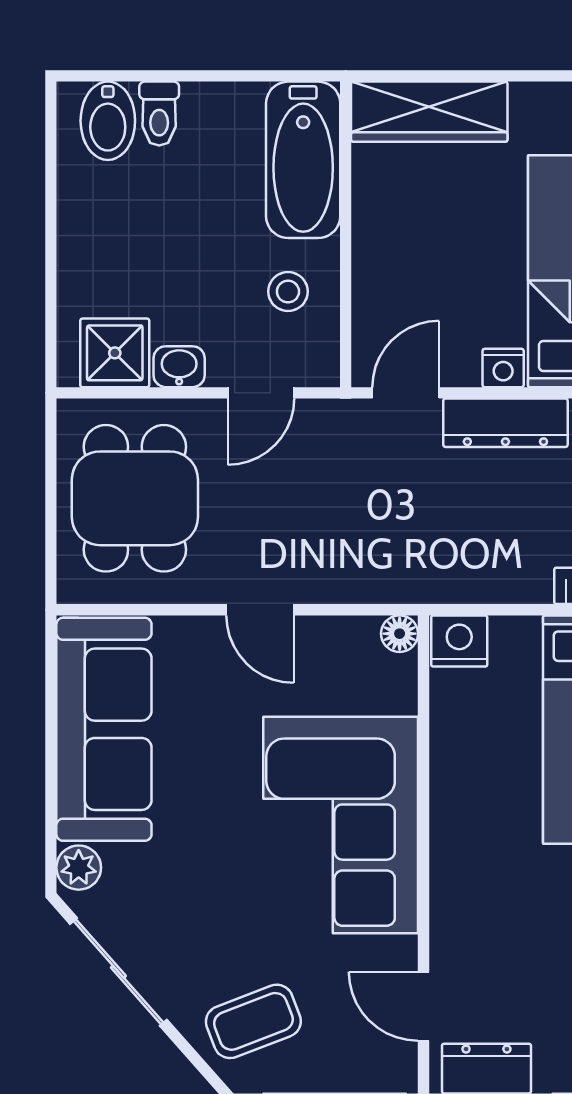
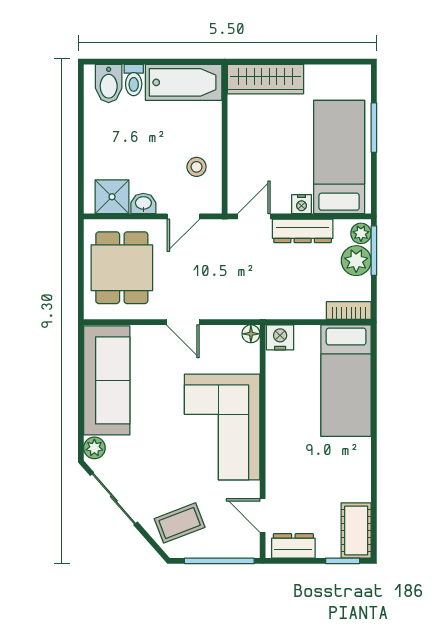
bathtub: (303, 160) -> (184, 82), moved, turned -90

